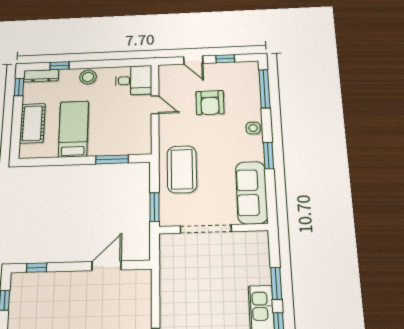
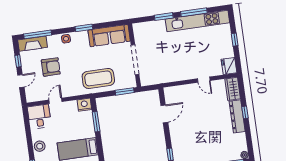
fireplace: (250, 81) -> (33, 44), added
nightstand: (142, 145) -> (84, 105), added
door: (107, 266) -> (164, 114), swing flipped

